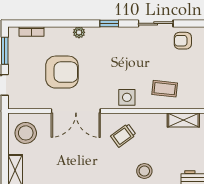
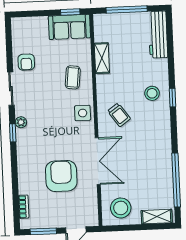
plant: (79, 32) -> (21, 122), moved

